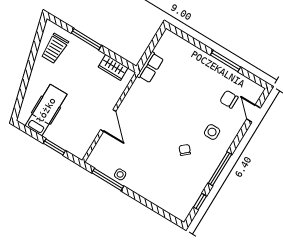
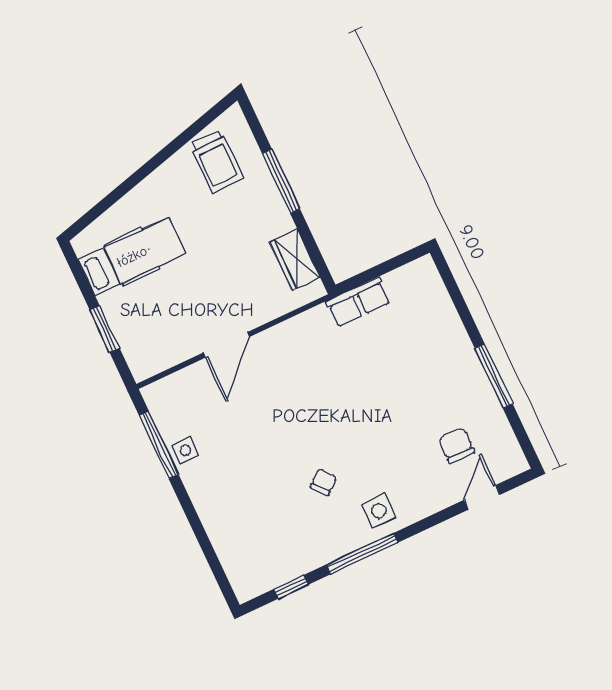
trolley: (55, 49) -> (217, 161), turned -90
side table: (212, 132) -> (379, 511), moved

